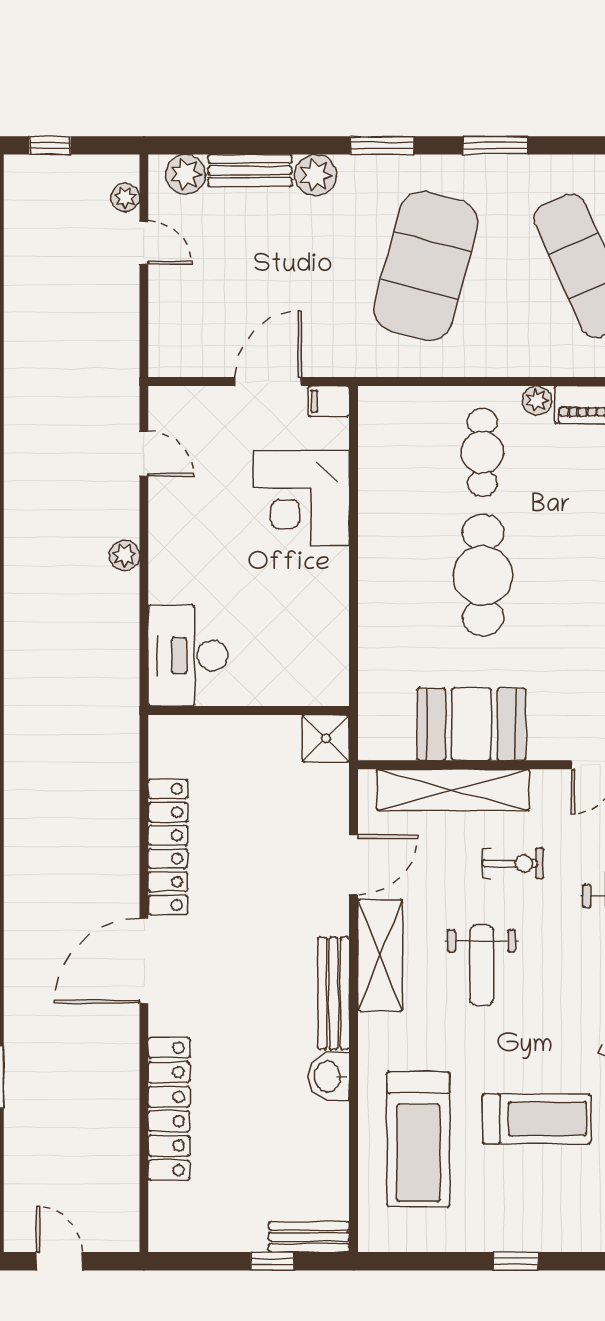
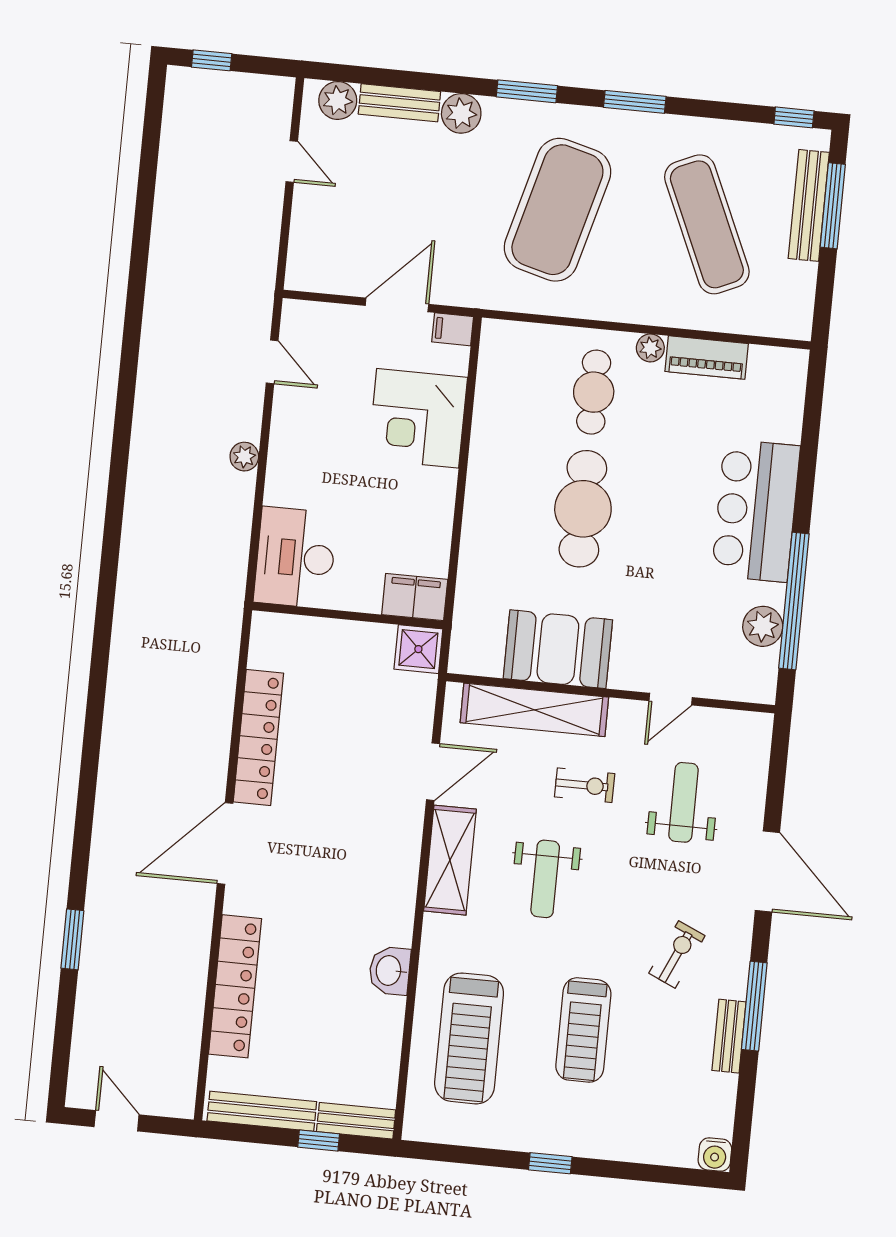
plant: (125, 197) -> (278, 117), removed
filing cabinet: (317, 684) -> (415, 597), added
bench: (334, 993) -> (262, 1111), moved, turned 90
treadmill: (537, 1119) -> (583, 1030), turned 90

